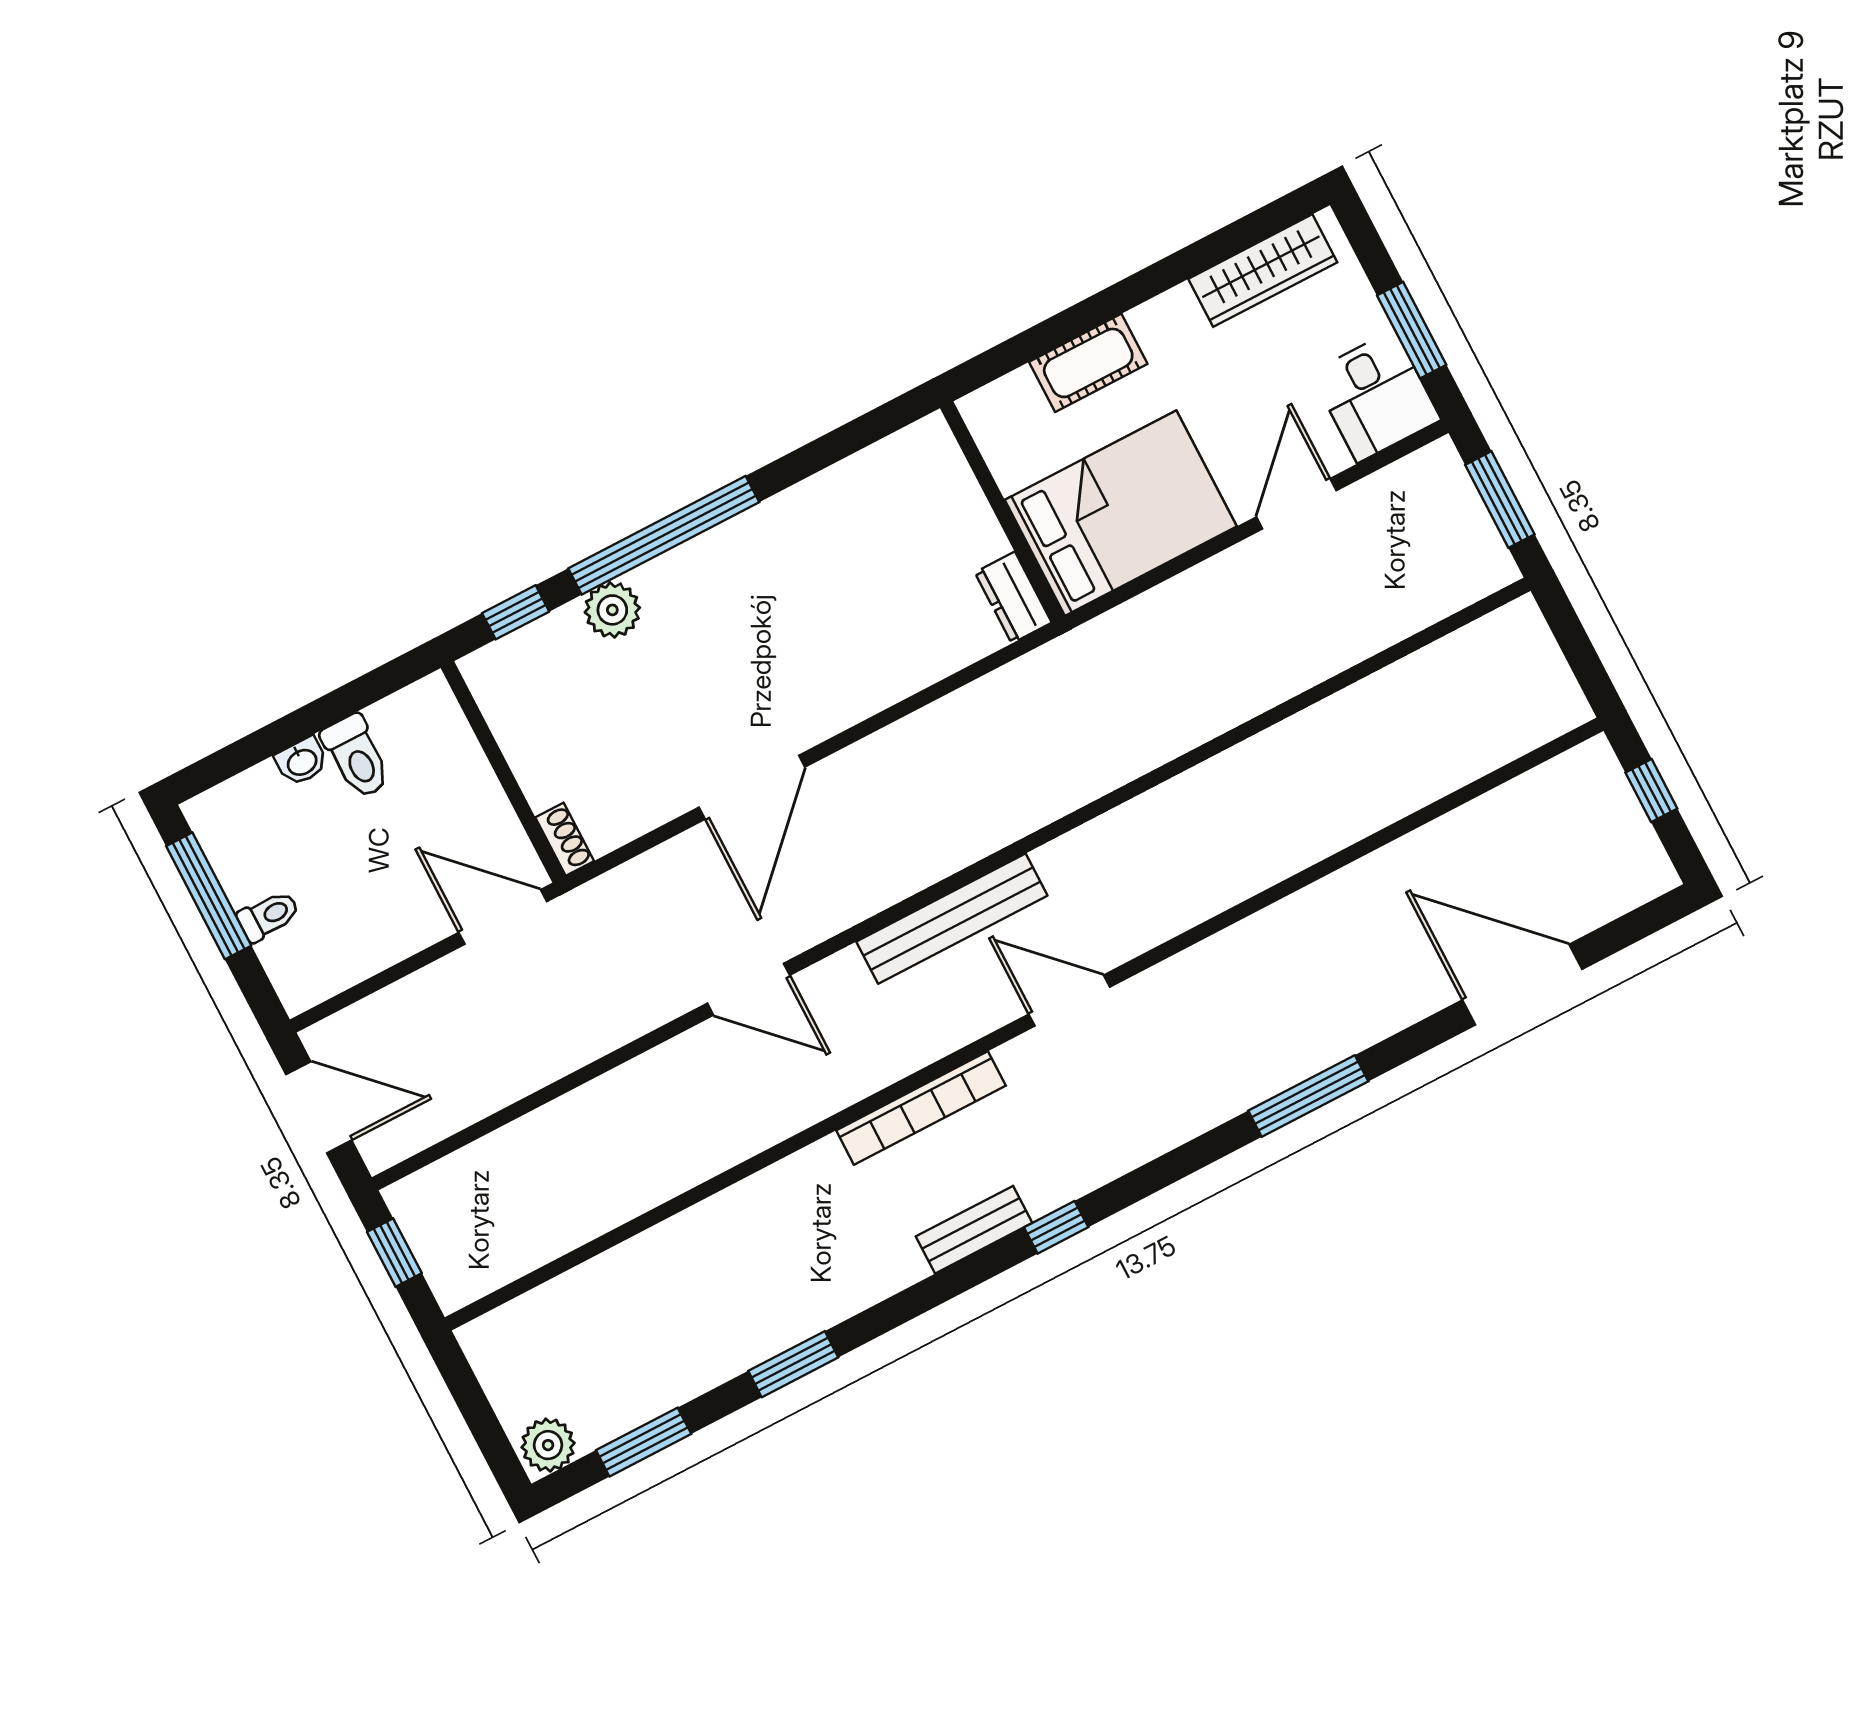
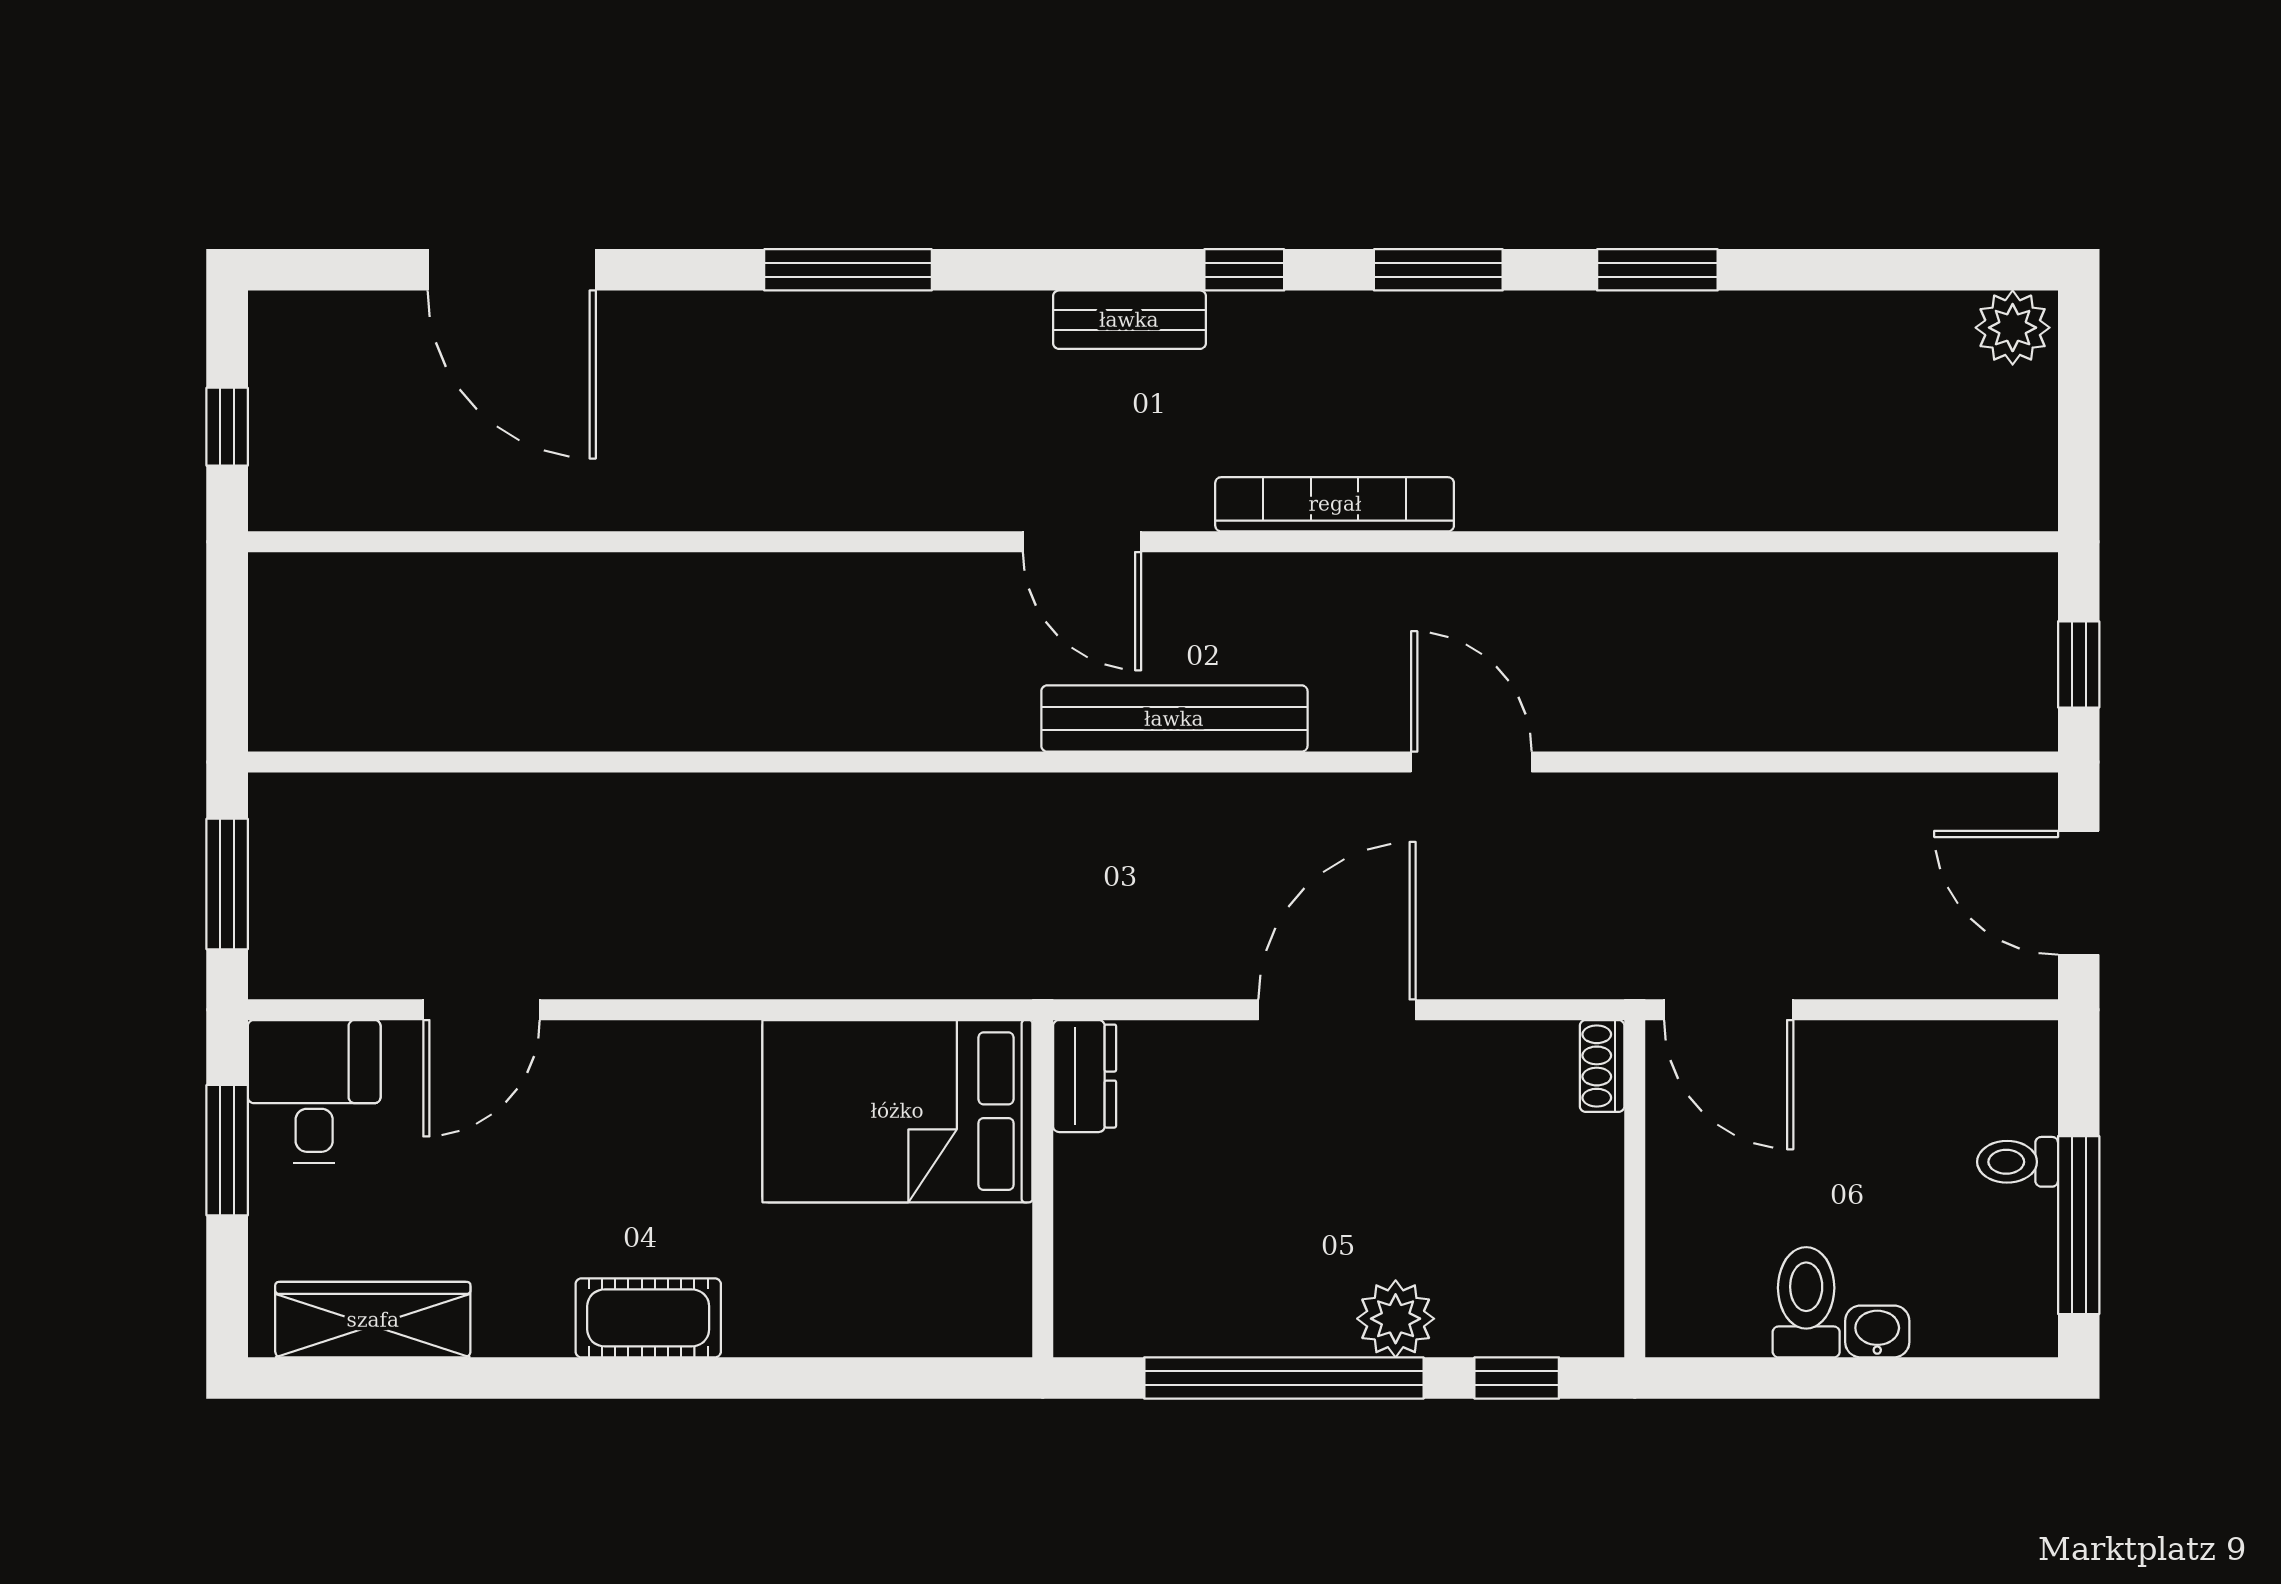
wall: (1003, 512) -> (1043, 1189), moved
bed: (1121, 513) -> (897, 1111), moved
dresser: (1013, 598) -> (1085, 1076), moved
bench: (974, 1230) -> (1129, 320), moved
window: (644, 1442) -> (1438, 270), moved

